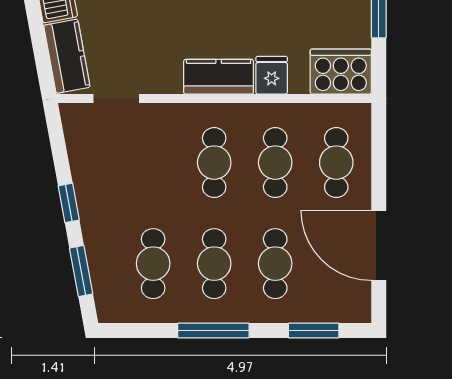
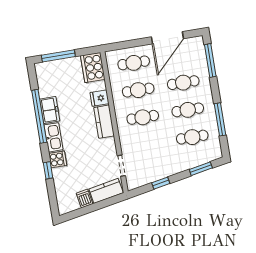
window: (69, 203) -> (161, 183), moved
window: (213, 331) -> (220, 119), moved
window: (314, 331) -> (210, 60), width x1.44

